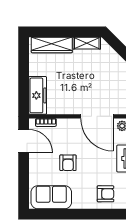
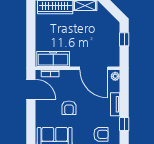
freezer: (38, 95) -> (53, 59), moved, turned -90

